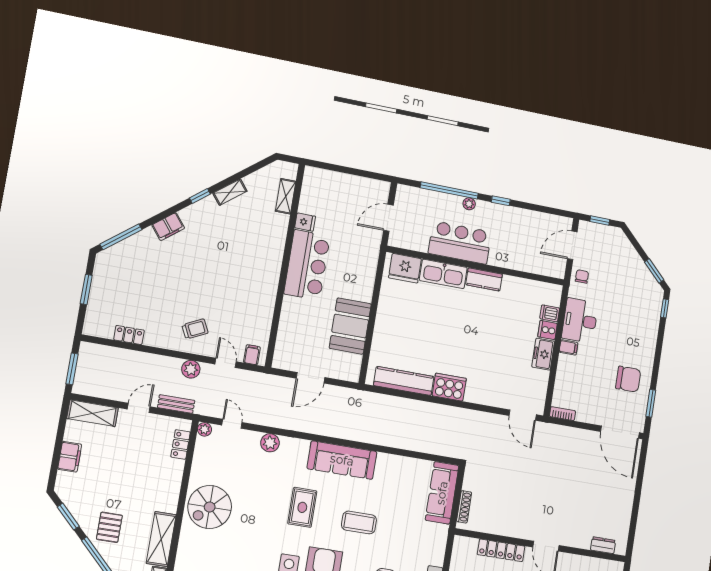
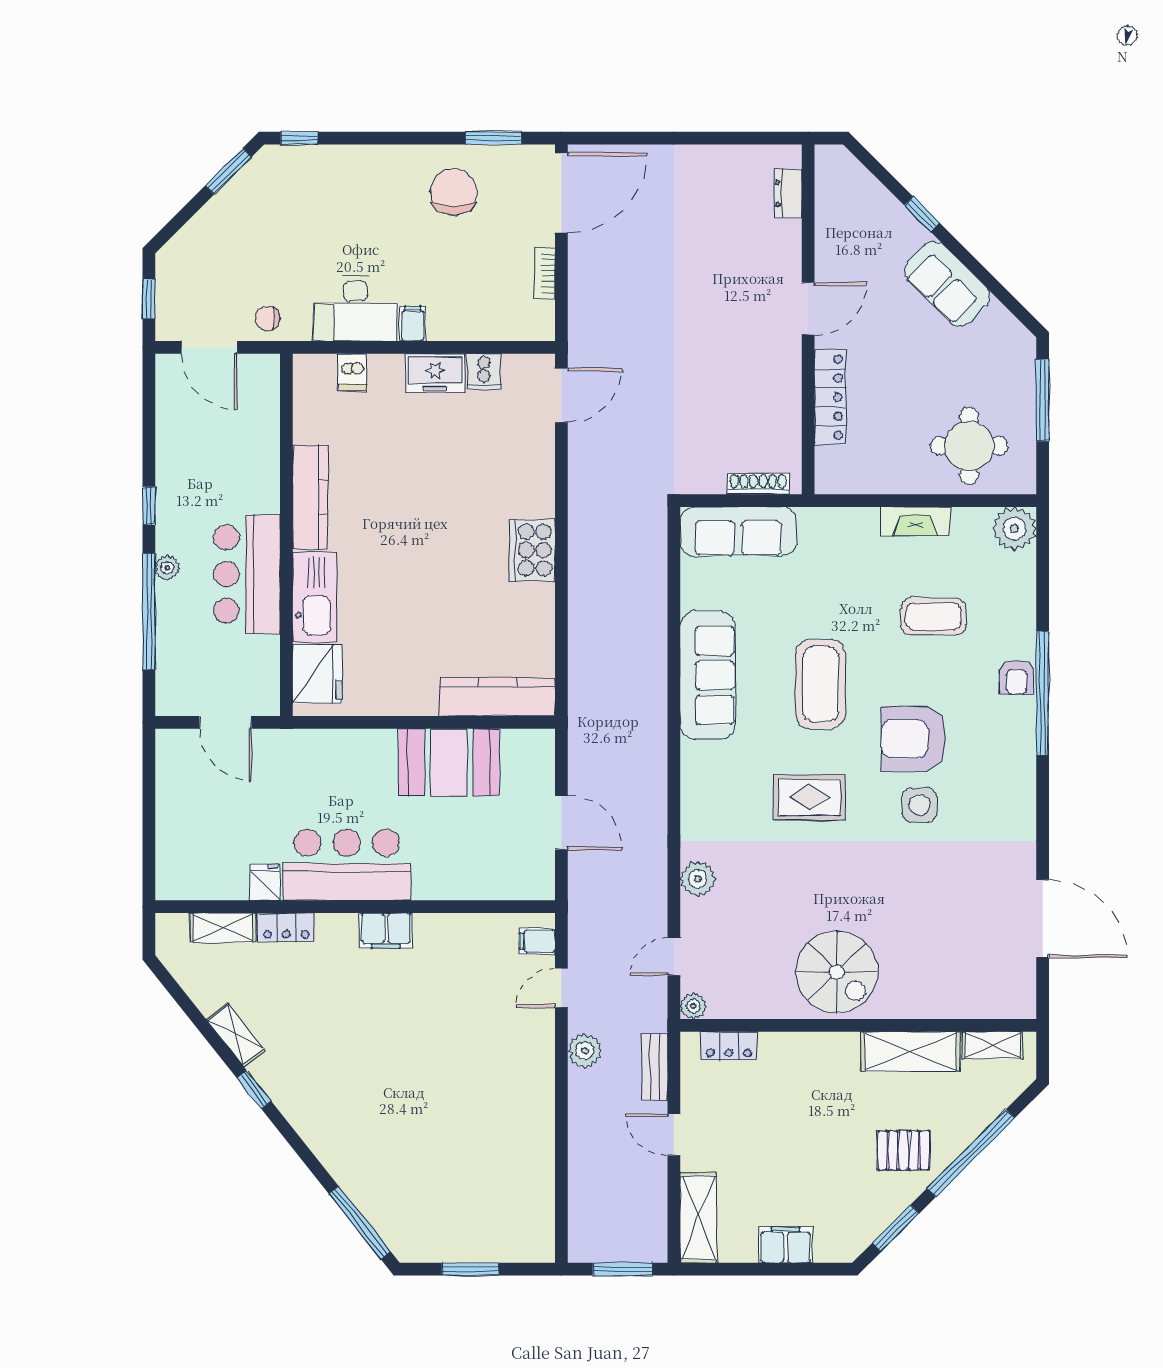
filing cabinet: (168, 227) -> (386, 931), moved, turned 128
kitchen counter: (484, 279) -> (310, 497), width x1.50
trolley: (195, 329) -> (508, 1056), removed
cooker: (548, 330) -> (484, 371), moved
locker: (129, 335) -> (286, 927), moved, turned -90
kitchen counter: (404, 381) -> (497, 697), moved, turned 90
bookcase: (562, 414) -> (545, 273), moved
sofa: (342, 460) -> (708, 675), moved
coffee table: (359, 522) -> (821, 684), width x1.36, depth x1.32

